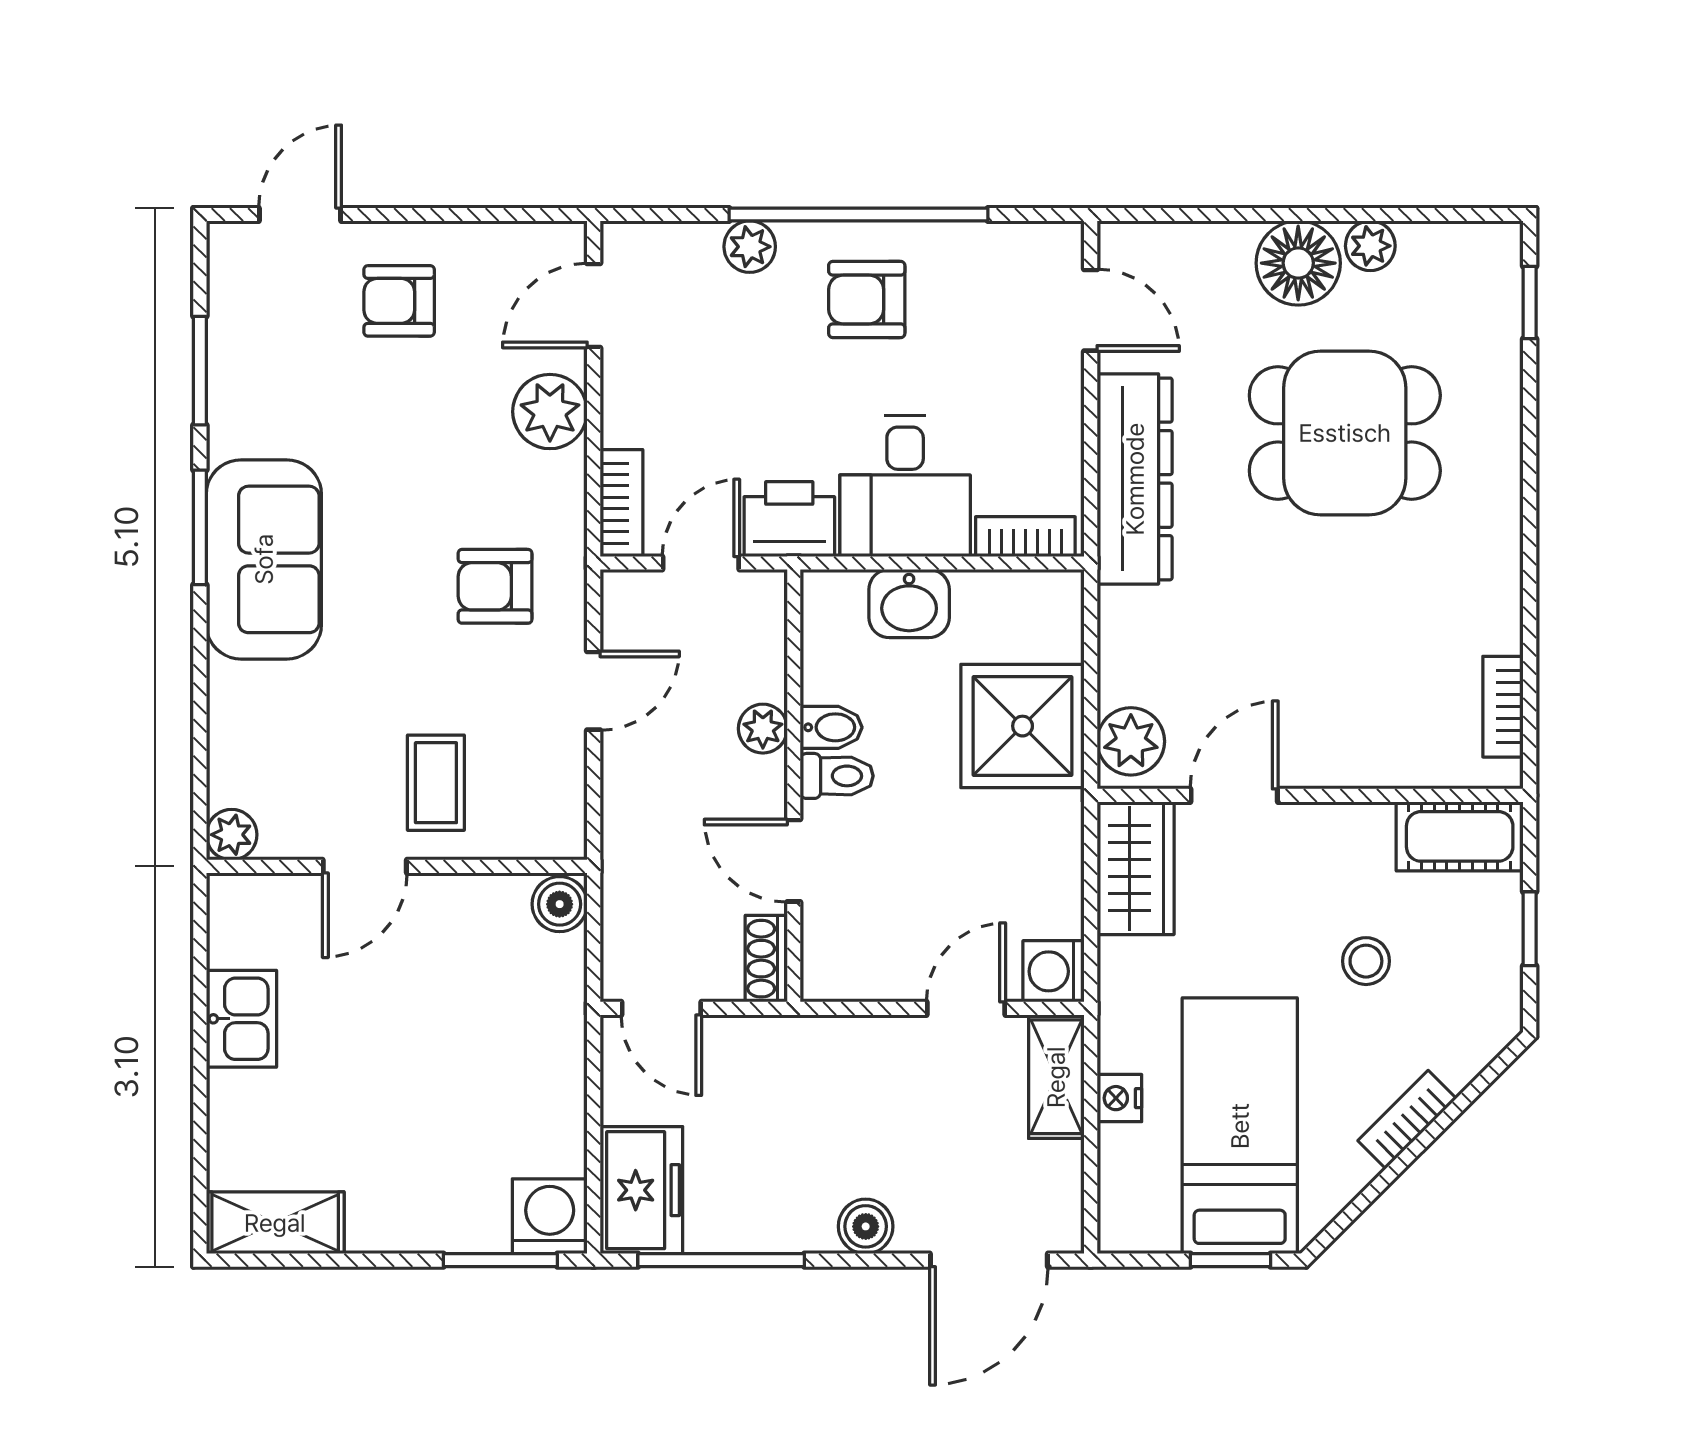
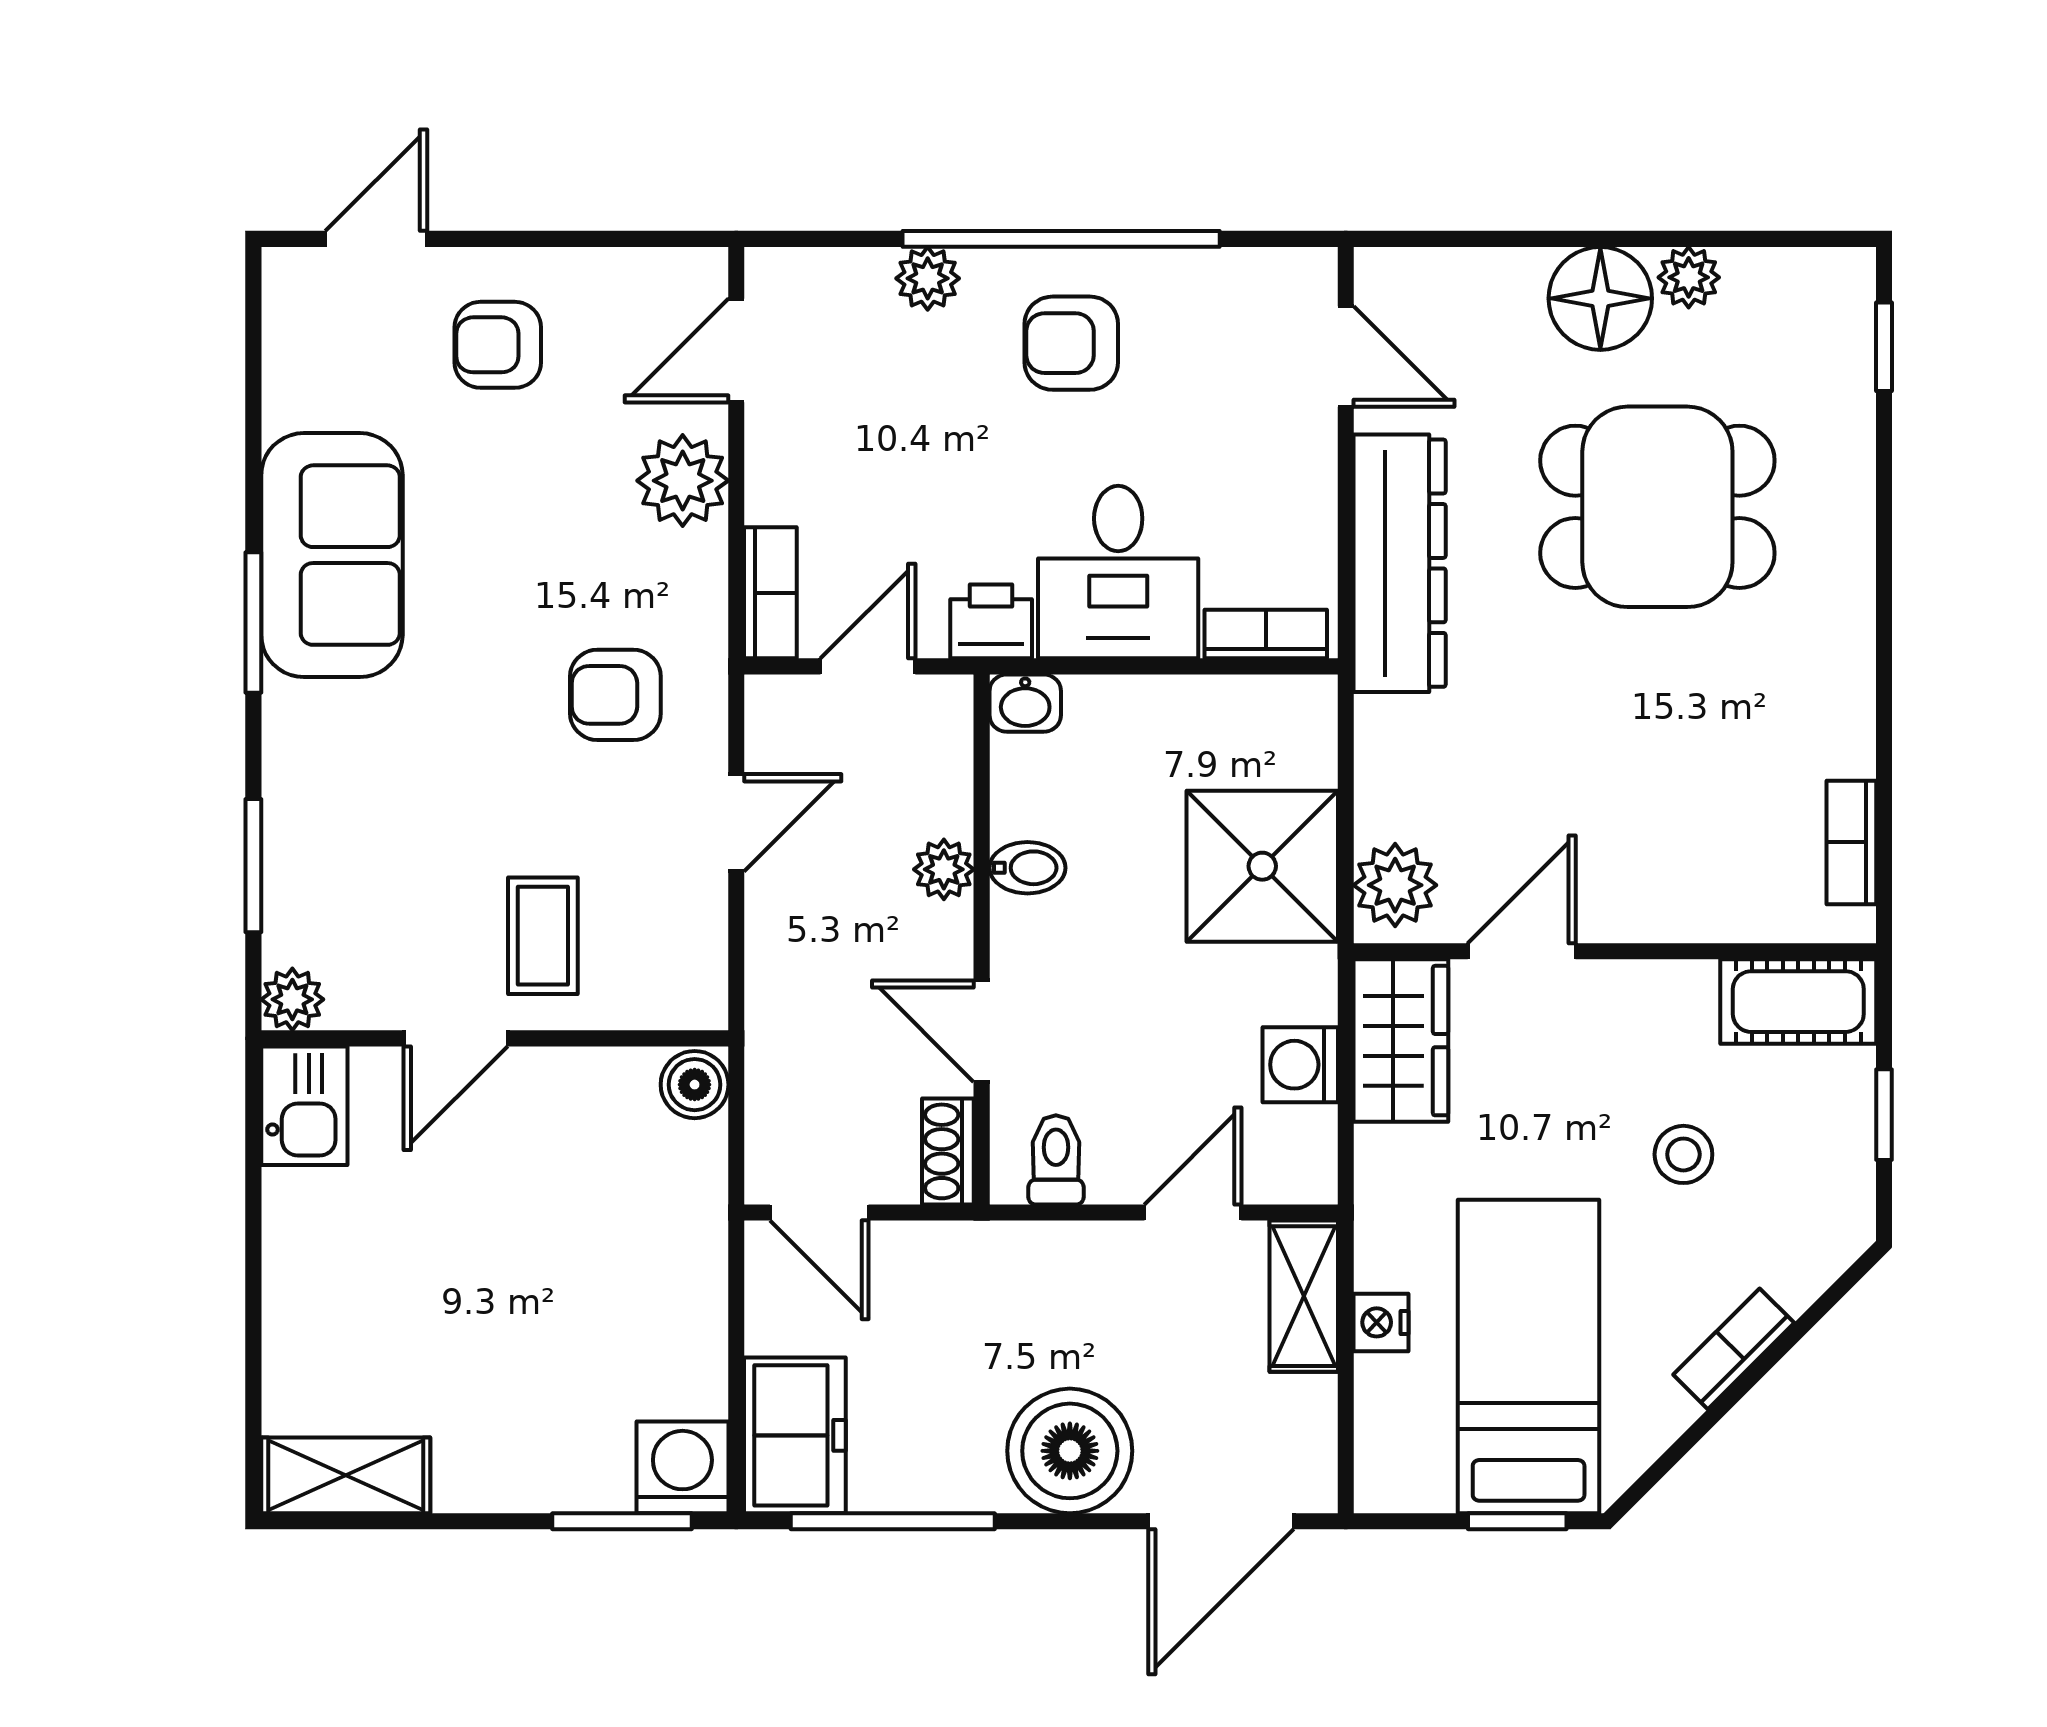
window: (200, 371) -> (253, 866), moved
printer: (789, 519) -> (991, 621), width x0.73, depth x0.81
sofa: (264, 559) -> (332, 555), moved
washbasin: (909, 604) -> (1025, 703), moved, width x0.72, depth x0.69
toilet: (837, 776) -> (1056, 1160), moved, turned -90
washing machine: (1054, 971) -> (1300, 1065), moved
kitchen sink: (241, 1019) -> (304, 1106), moved
boiler: (866, 1226) -> (1070, 1451), width x1.86, depth x1.86

